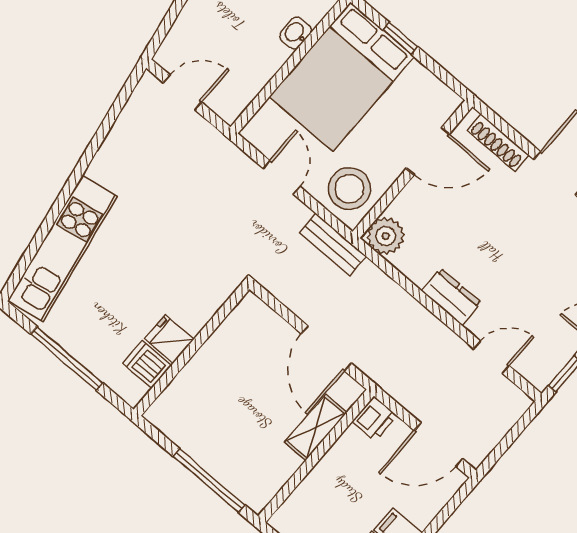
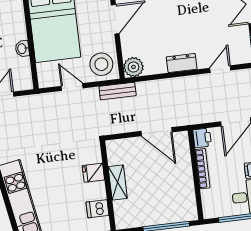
washbasin: (296, 33) -> (22, 49), moved
fridge: (169, 339) -> (93, 173), moved
shelving: (316, 427) -> (118, 182), moved
bookcase: (333, 458) -> (203, 169), added

